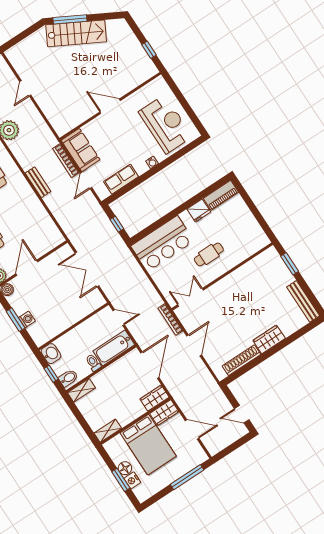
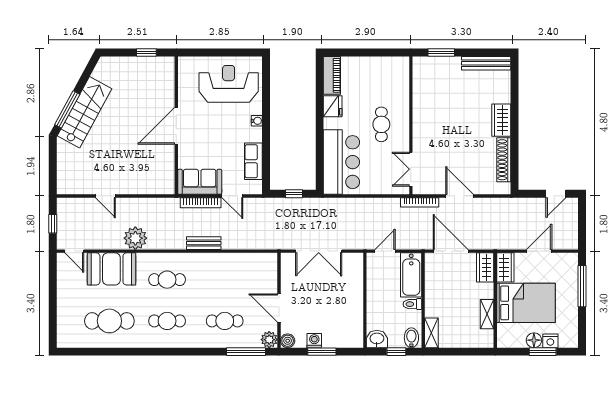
door: (110, 106) -> (176, 126), width x1.36
washing machine: (27, 319) -> (314, 341), moved
shelving: (108, 431) -> (487, 314), moved

